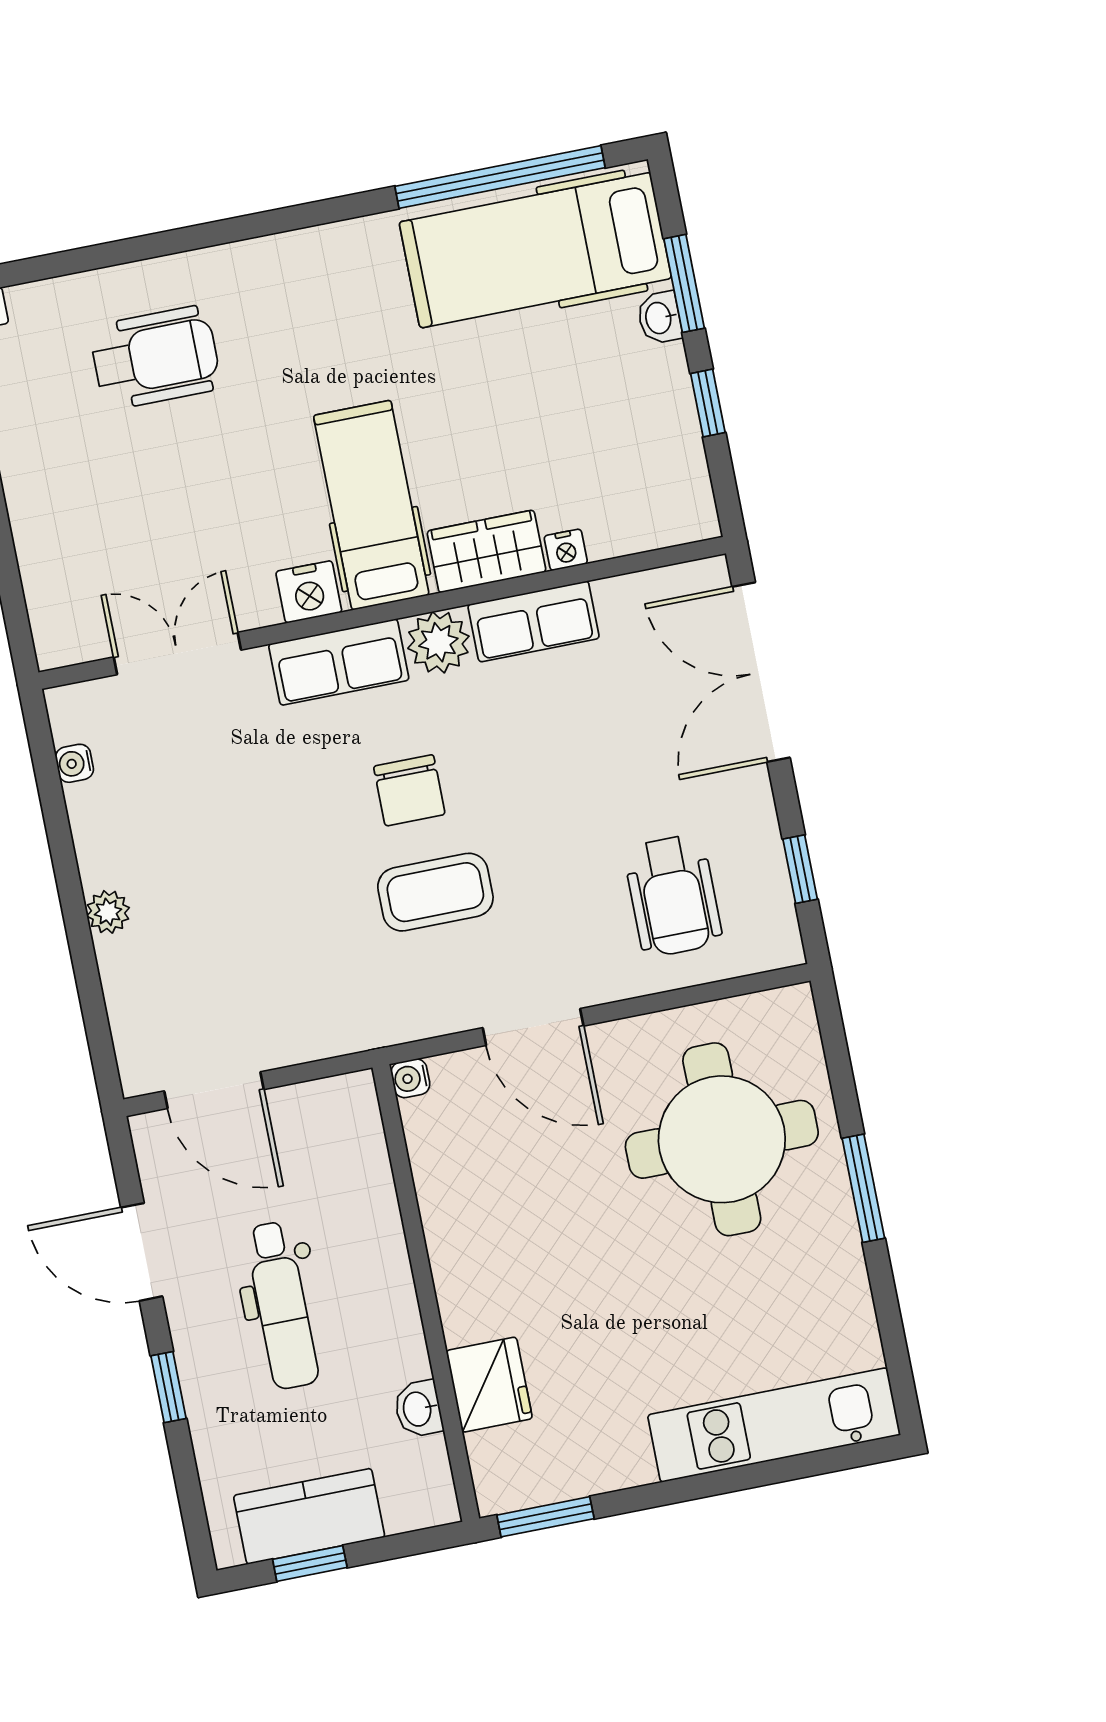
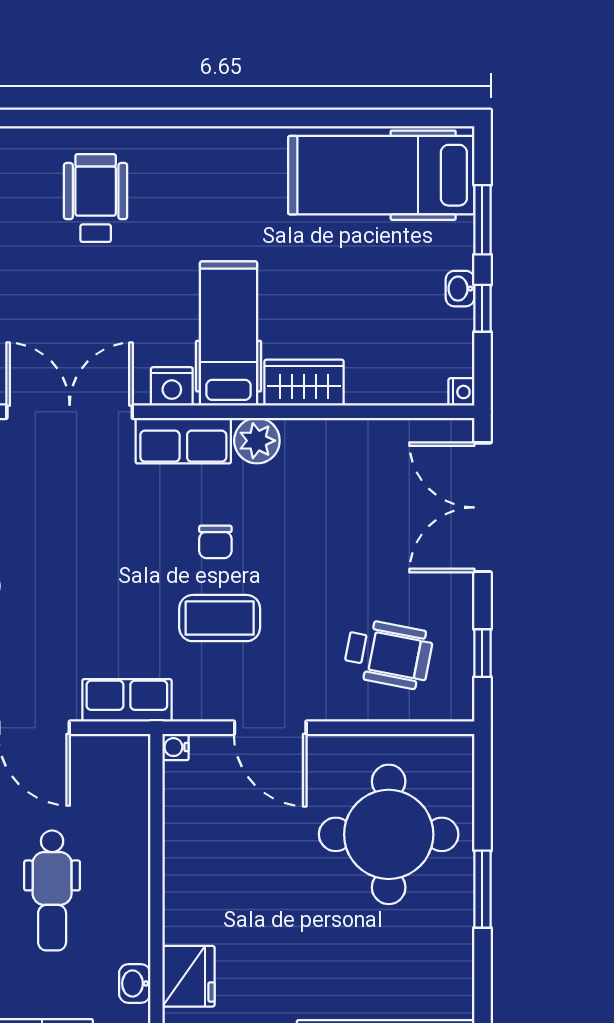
window: (500, 177) -> (366, 118), removed
washbasin: (659, 318) -> (460, 289), moved
wheelchair: (155, 358) -> (96, 198), turned -90
nightstand: (566, 550) -> (461, 392), moved, turned -90
row of seats: (534, 621) -> (127, 700), moved, turned 180
double door: (177, 653) -> (70, 412), width x1.37
chair: (409, 790) -> (215, 542), width x0.73, depth x0.73
wheelchair: (673, 895) -> (388, 654), turned -79

